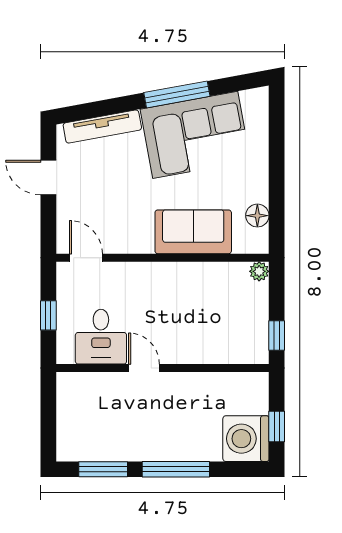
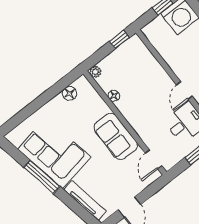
sofa: (193, 232) -> (116, 136), moved
floor lamp: (209, 271) -> (114, 96), added

